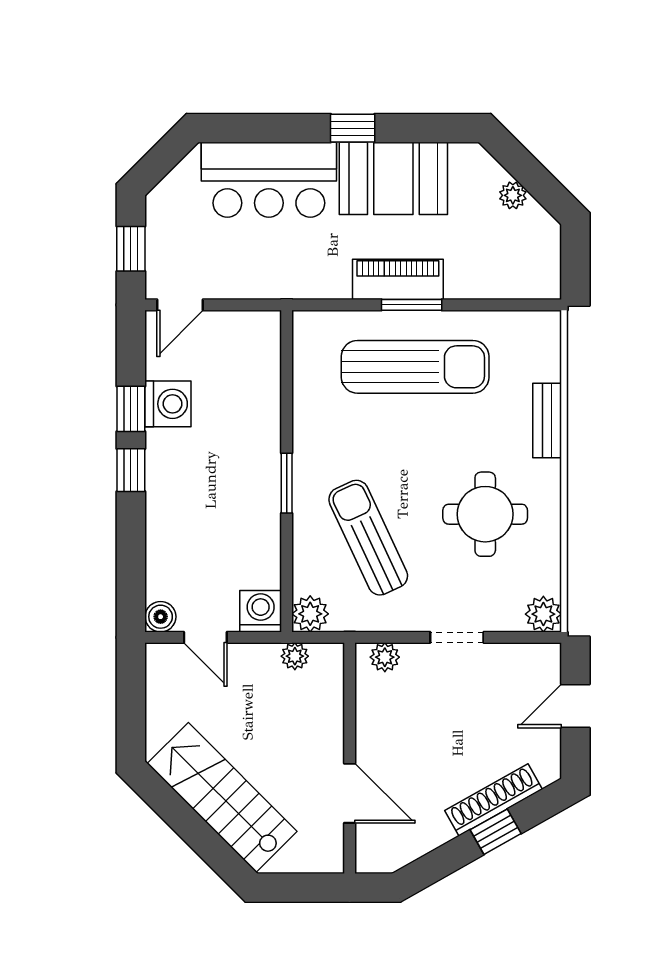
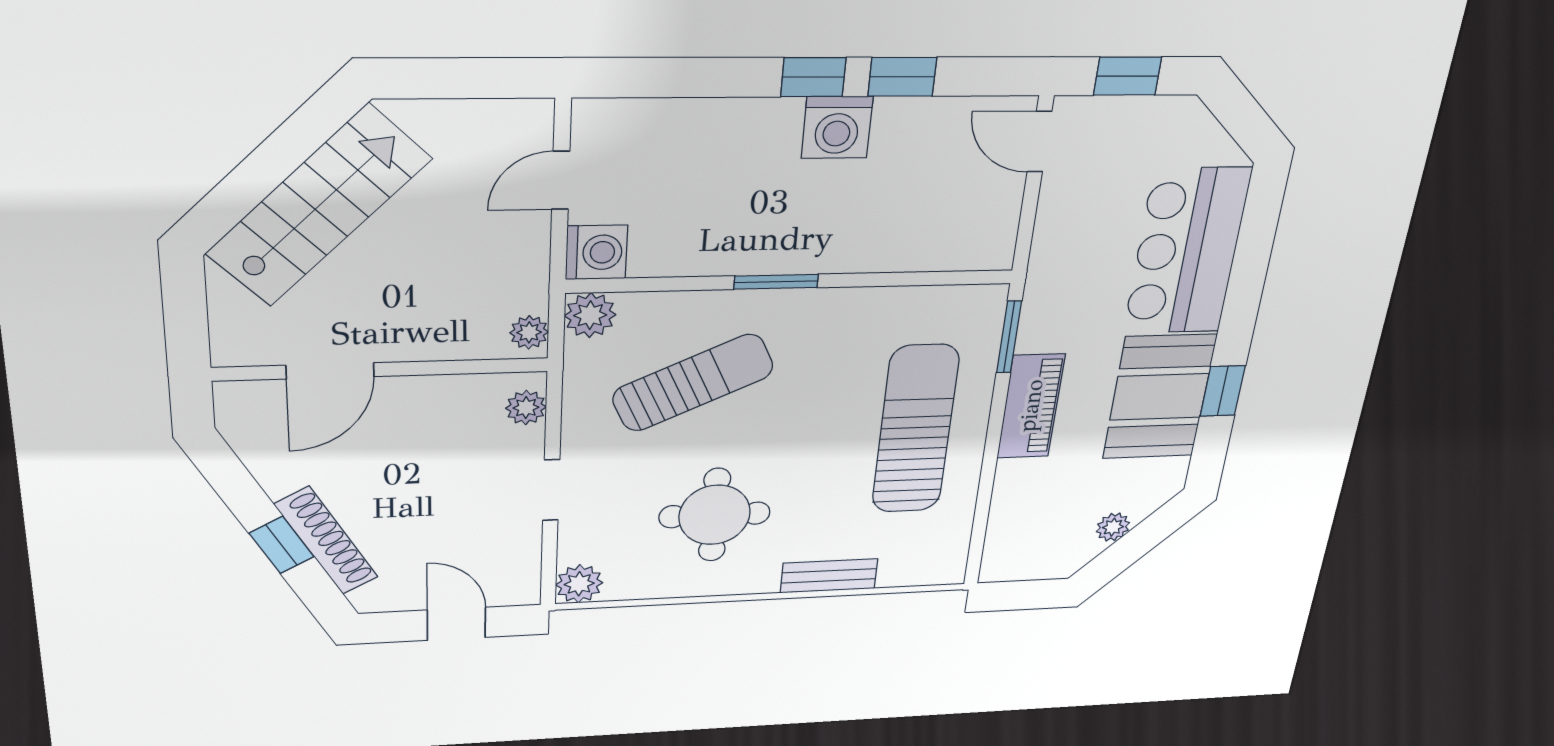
window: (353, 128) -> (1223, 391), moved
window: (412, 305) -> (1009, 337), moved
sun lounger: (415, 367) -> (915, 430), turned 180
washing machine: (168, 404) -> (837, 127), moved
boiler: (161, 617) -> (594, 119), removed
plant: (295, 656) -> (529, 332), moved

